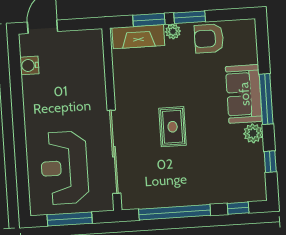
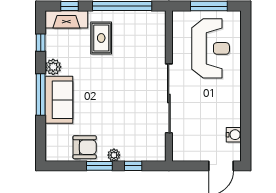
window: (149, 20) -> (133, 166), width x0.67
fireplace: (138, 37) -> (66, 19), moved, turned 180
rug: (173, 127) -> (101, 38), moved
sliding door: (114, 152) -> (169, 98), moved

